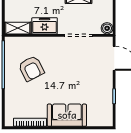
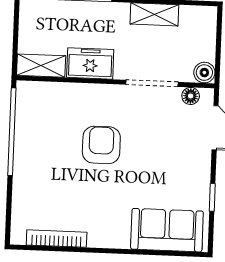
floor lamp: (100, 41) -> (191, 96), added
armchair: (31, 68) -> (101, 145), moved, turned -153
sofa: (67, 115) -> (167, 230), moved

